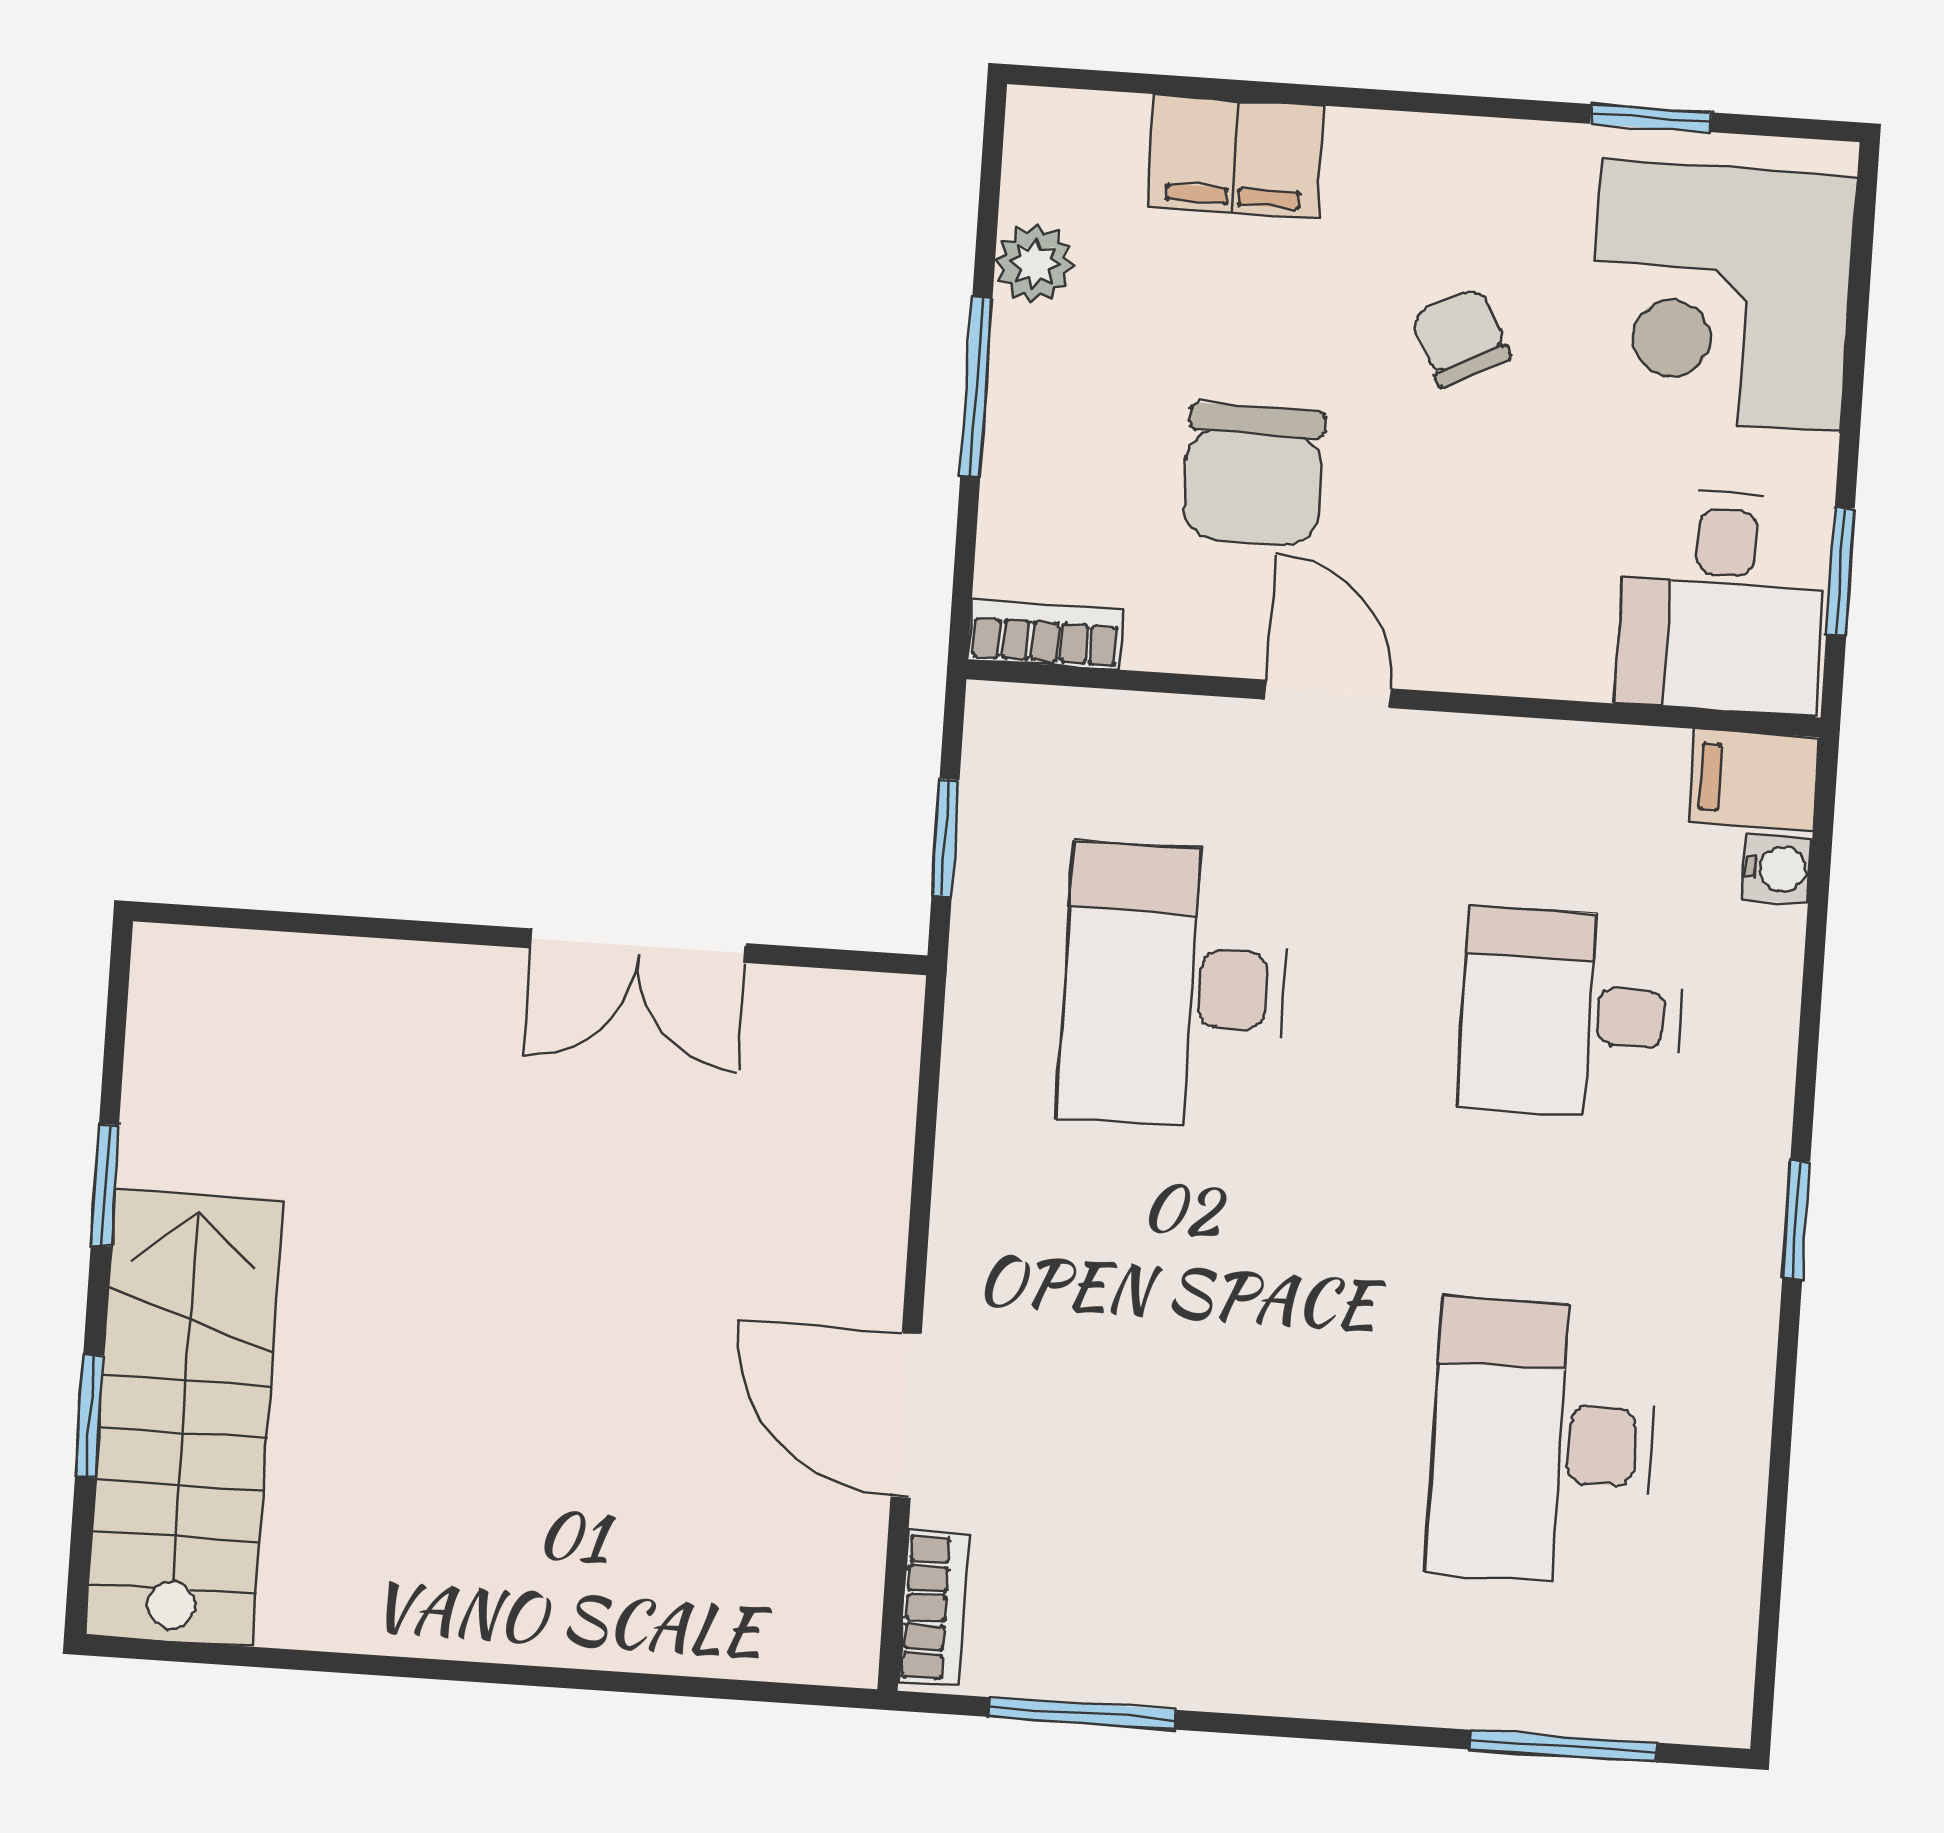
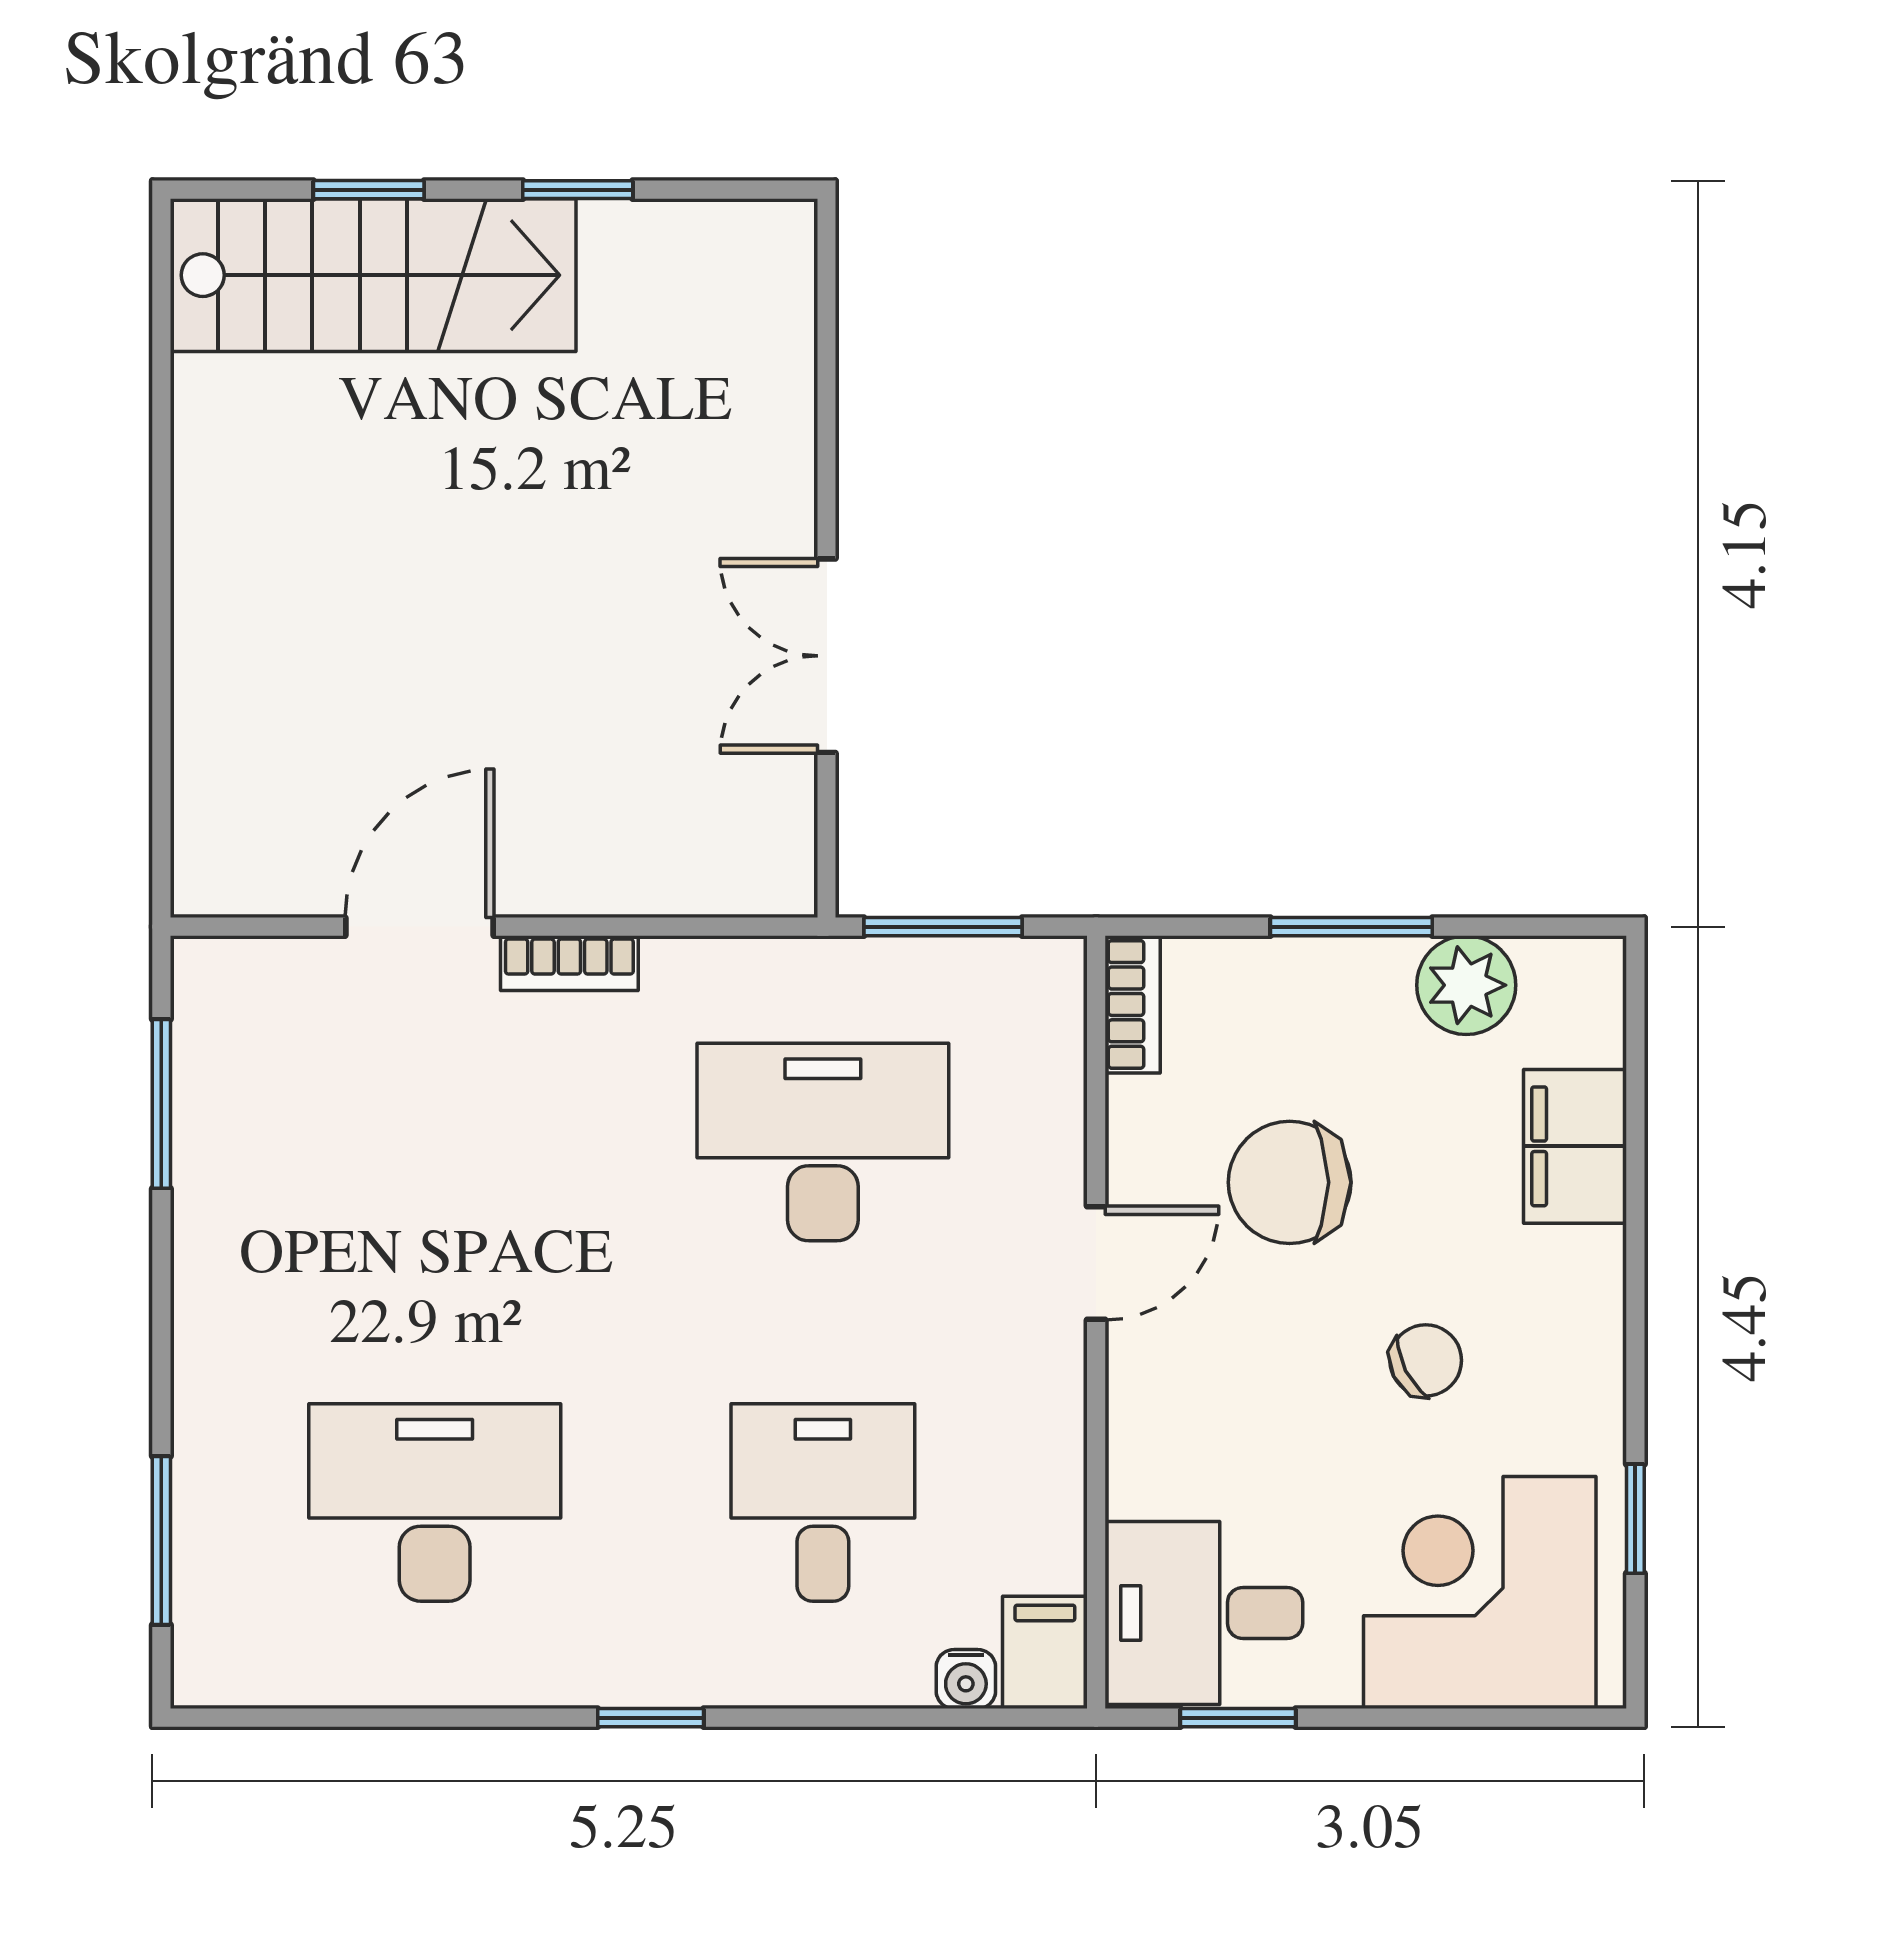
plant: (1035, 264) -> (1466, 985), width x1.38, depth x1.38
window: (946, 838) -> (943, 927), width x1.50
bookcase: (933, 1608) -> (569, 963), moved

